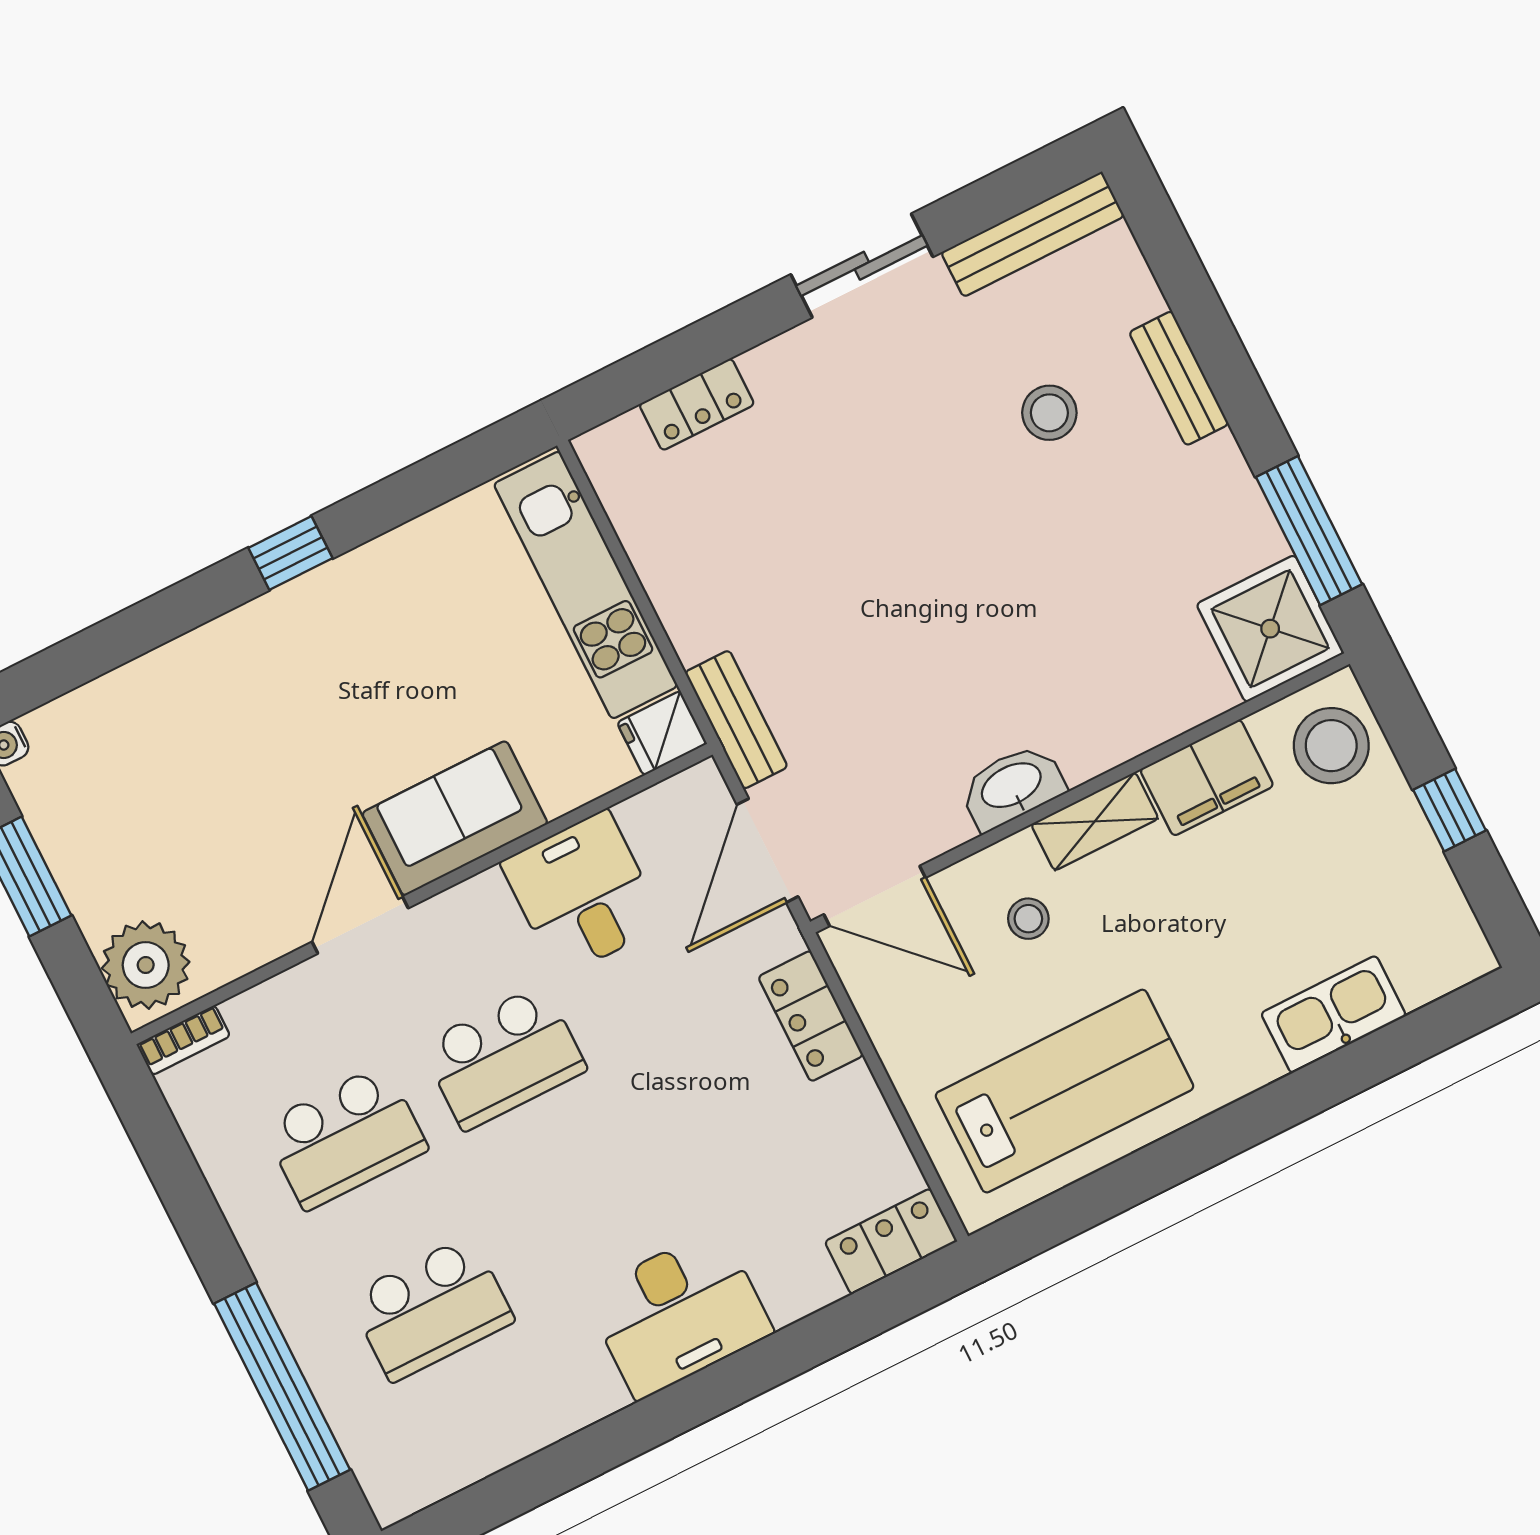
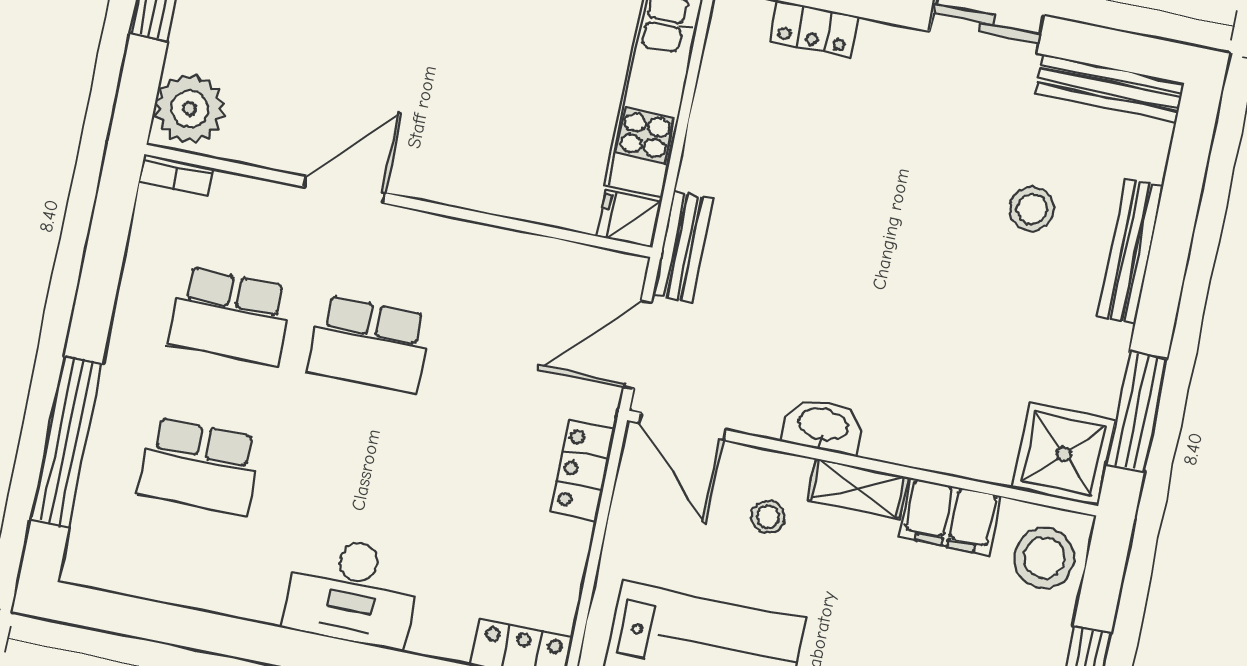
bench: (1179, 378) -> (1130, 251), width x1.36
sofa: (455, 818) -> (457, 170), removed
desk: (583, 894) -> (500, 280), removed

